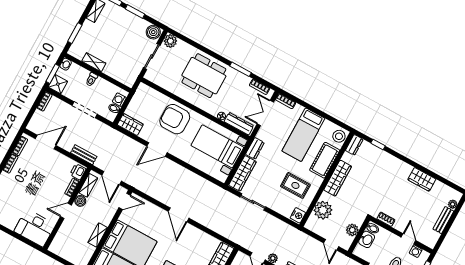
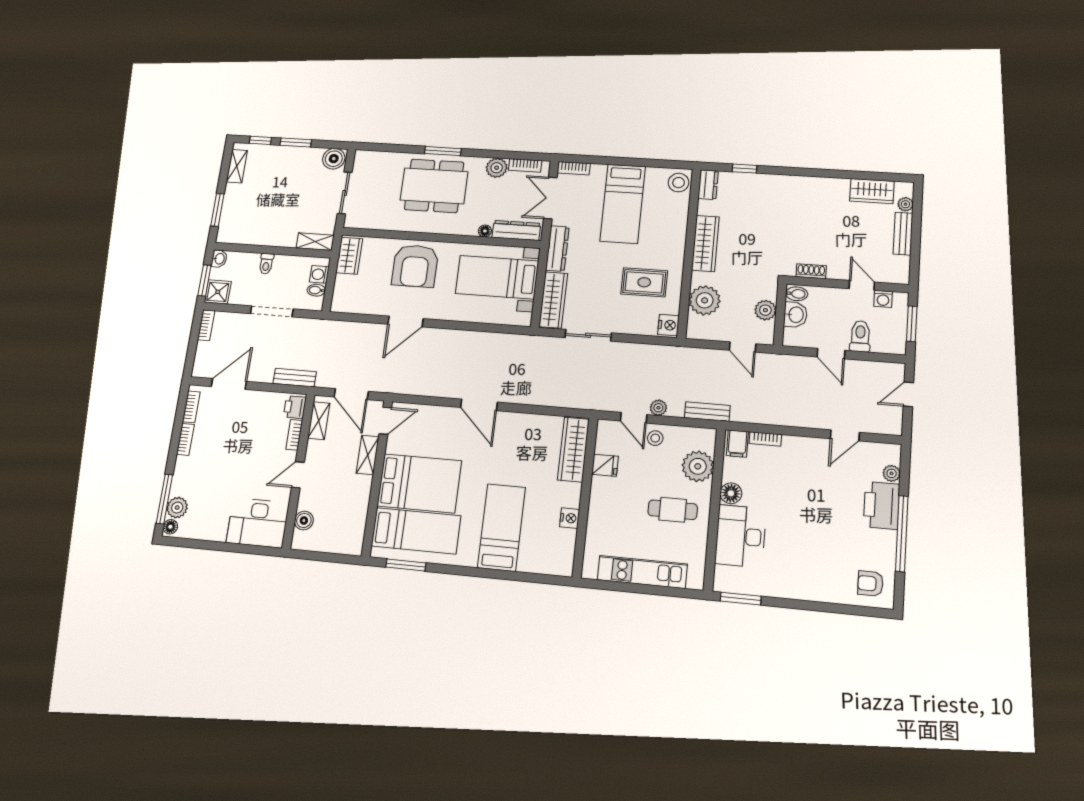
plant: (170, 41) -> (497, 168), moved
shelving: (94, 62) -> (315, 242), moved
window: (241, 69) -> (443, 151), moved
armchair: (175, 119) -> (415, 266), turned -90
wardrobe: (130, 124) -> (349, 256), moved, turned 90
dresser: (255, 148) -> (557, 249), width x1.44
cot: (325, 160) -> (673, 226), removed
wardrobe: (422, 179) -> (872, 191), moved
boiler: (80, 201) -> (304, 521), moved
shelving: (98, 235) -> (368, 455), moved

